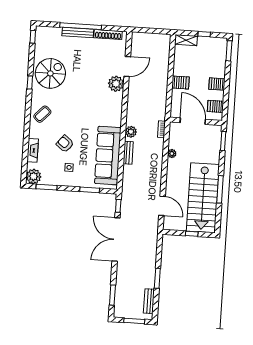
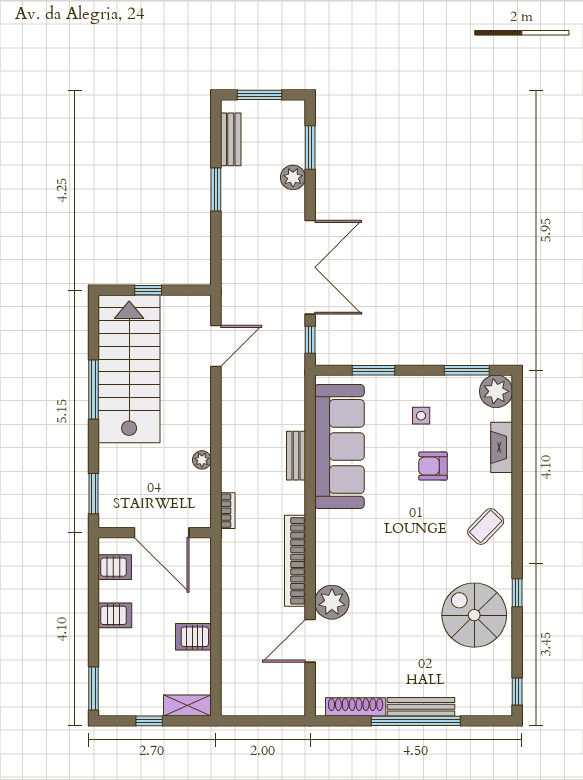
spiral stairs: (50, 73) -> (474, 615), turned 90
server rack: (180, 83) -> (193, 637), moved
bookcase: (132, 104) -> (295, 561), added
plant: (131, 132) -> (293, 177), moved
armchair: (65, 144) -> (433, 466), turned 141
door: (162, 206) -> (216, 346), swing flipped

